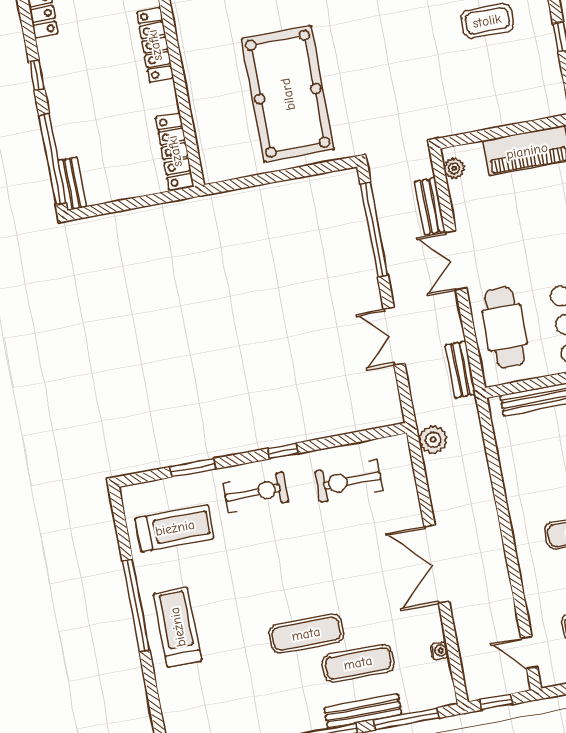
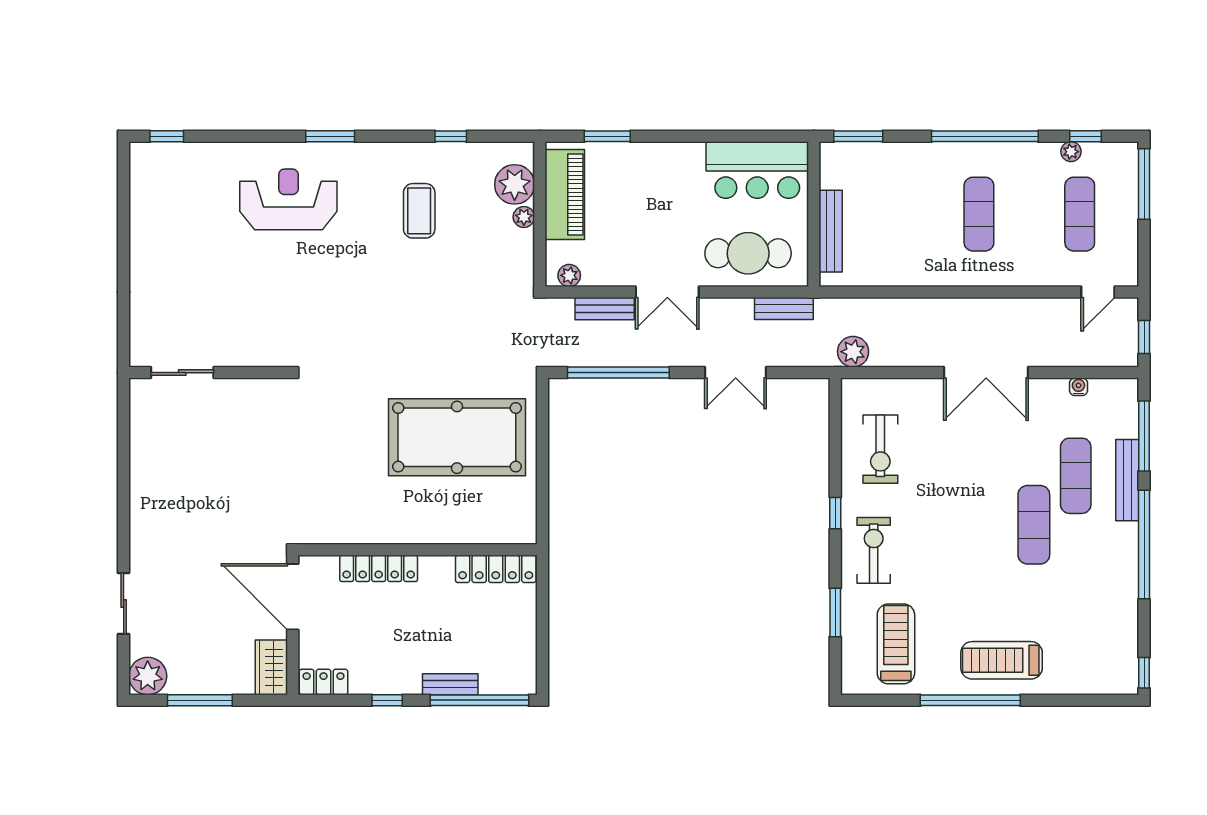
plant: (528, 103) -> (515, 184), added
plant: (500, 117) -> (524, 217), added
bench: (72, 184) -> (450, 684), moved

